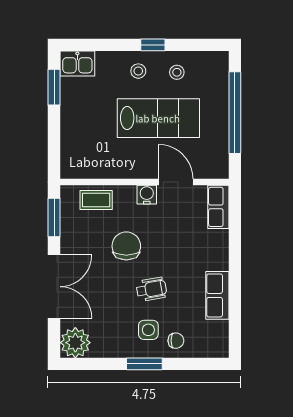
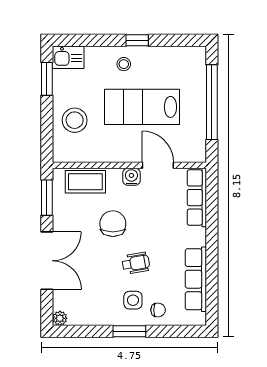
stool: (177, 72) -> (75, 120), moved, width x1.89, depth x1.89
lab bench: (158, 118) -> (142, 107), turned 180
coffee table: (96, 200) -> (85, 182), width x1.36, depth x1.30
row of seats: (218, 207) -> (197, 198), width x1.48
row of seats: (217, 295) -> (196, 279), width x1.48
plant: (75, 343) -> (60, 318), width x0.53, depth x0.53

